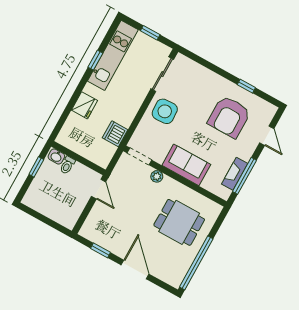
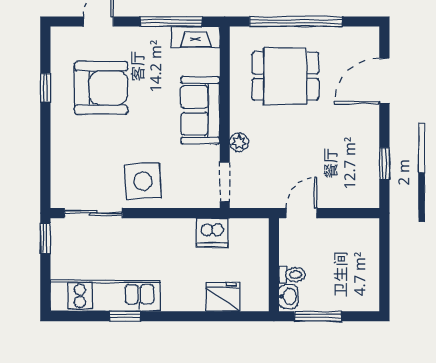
window: (150, 33) -> (45, 238), moved
fridge: (84, 105) -> (223, 297), moved
window: (36, 167) -> (318, 316), width x1.50
fireplace: (235, 174) -> (195, 37), moved
dining table: (179, 222) -> (285, 76), turned 90
window: (196, 263) -> (296, 21), moved
door: (135, 270) -> (384, 81), moved

